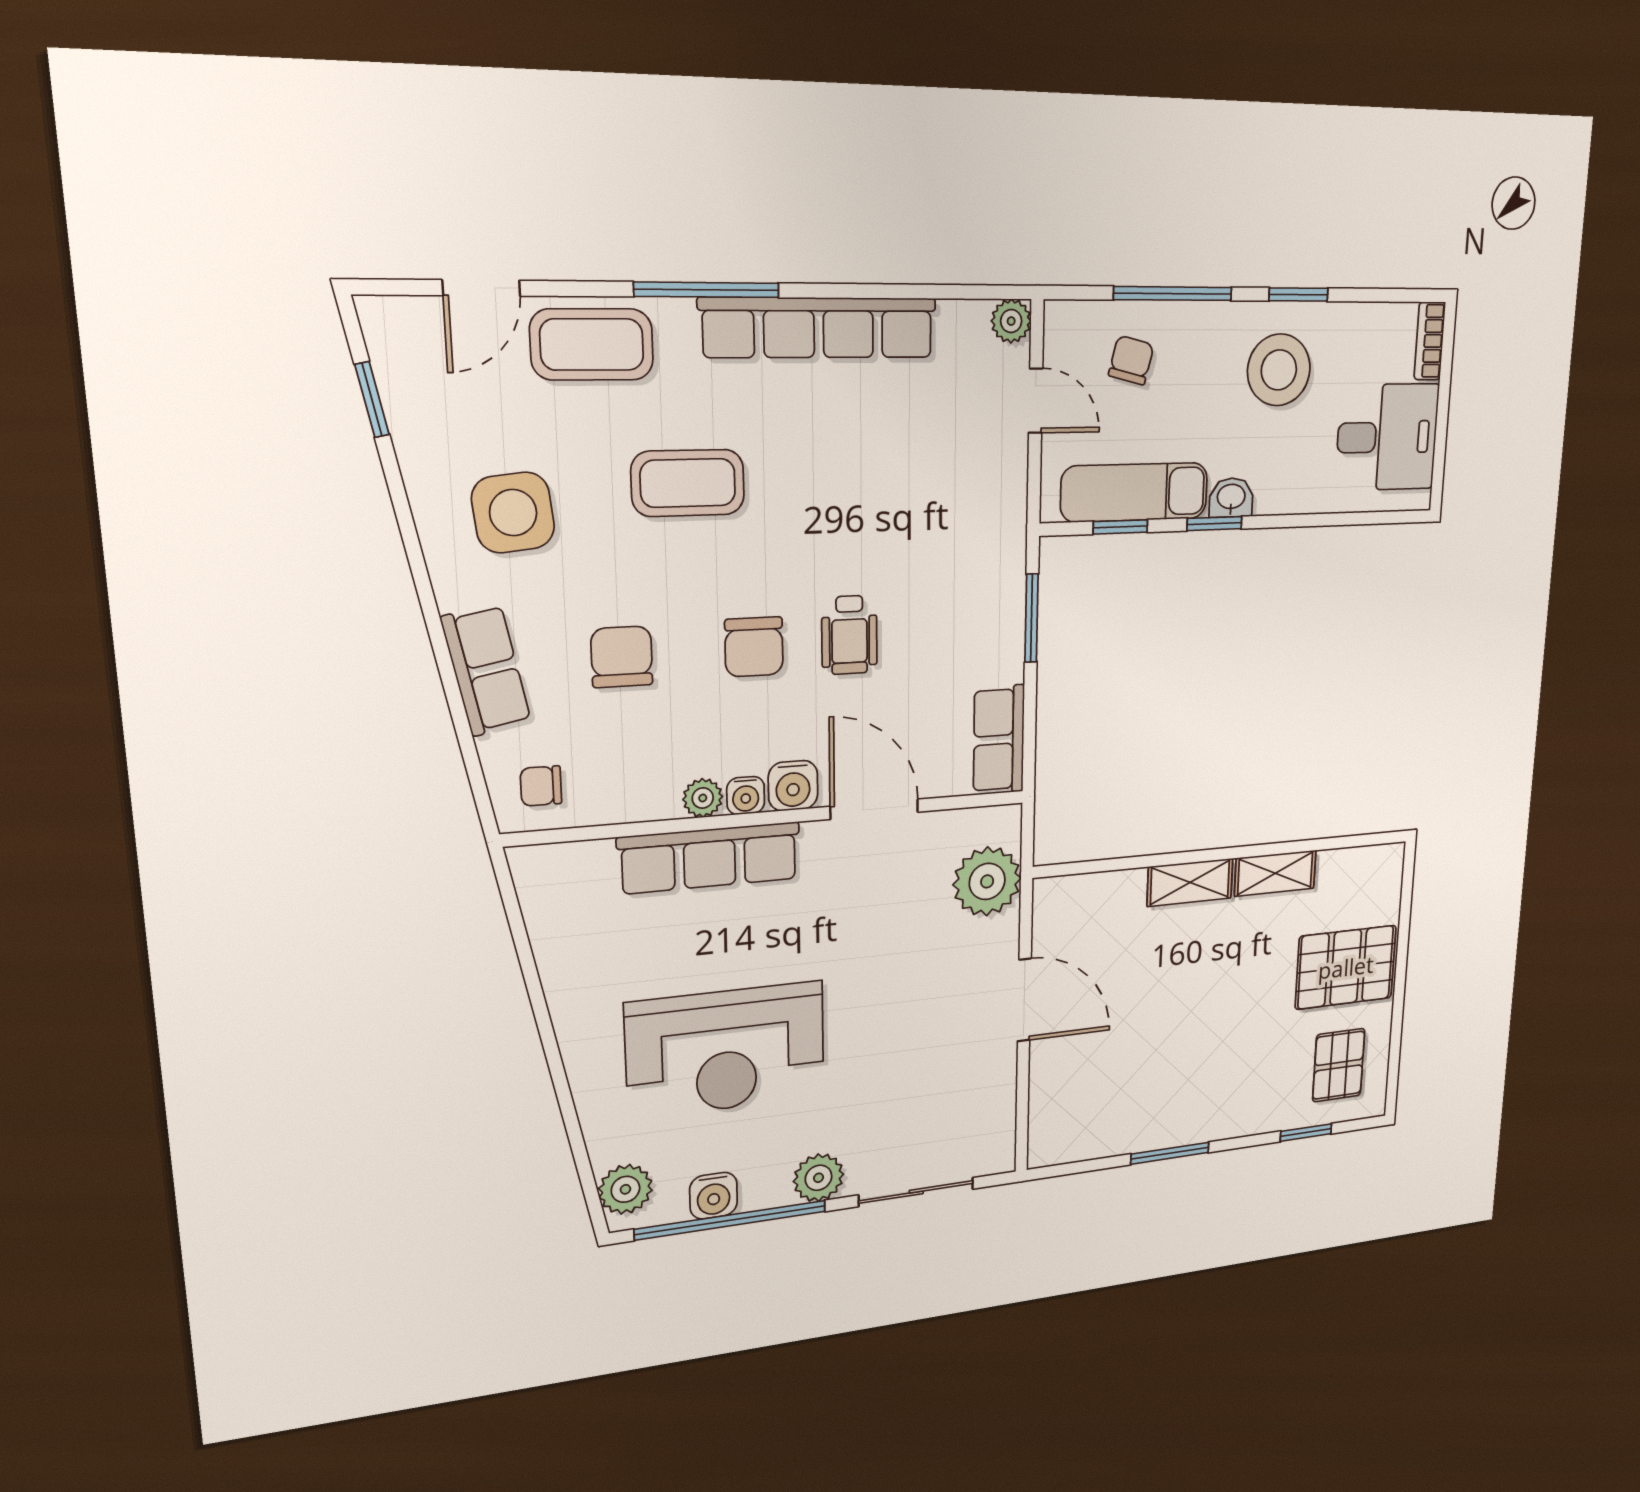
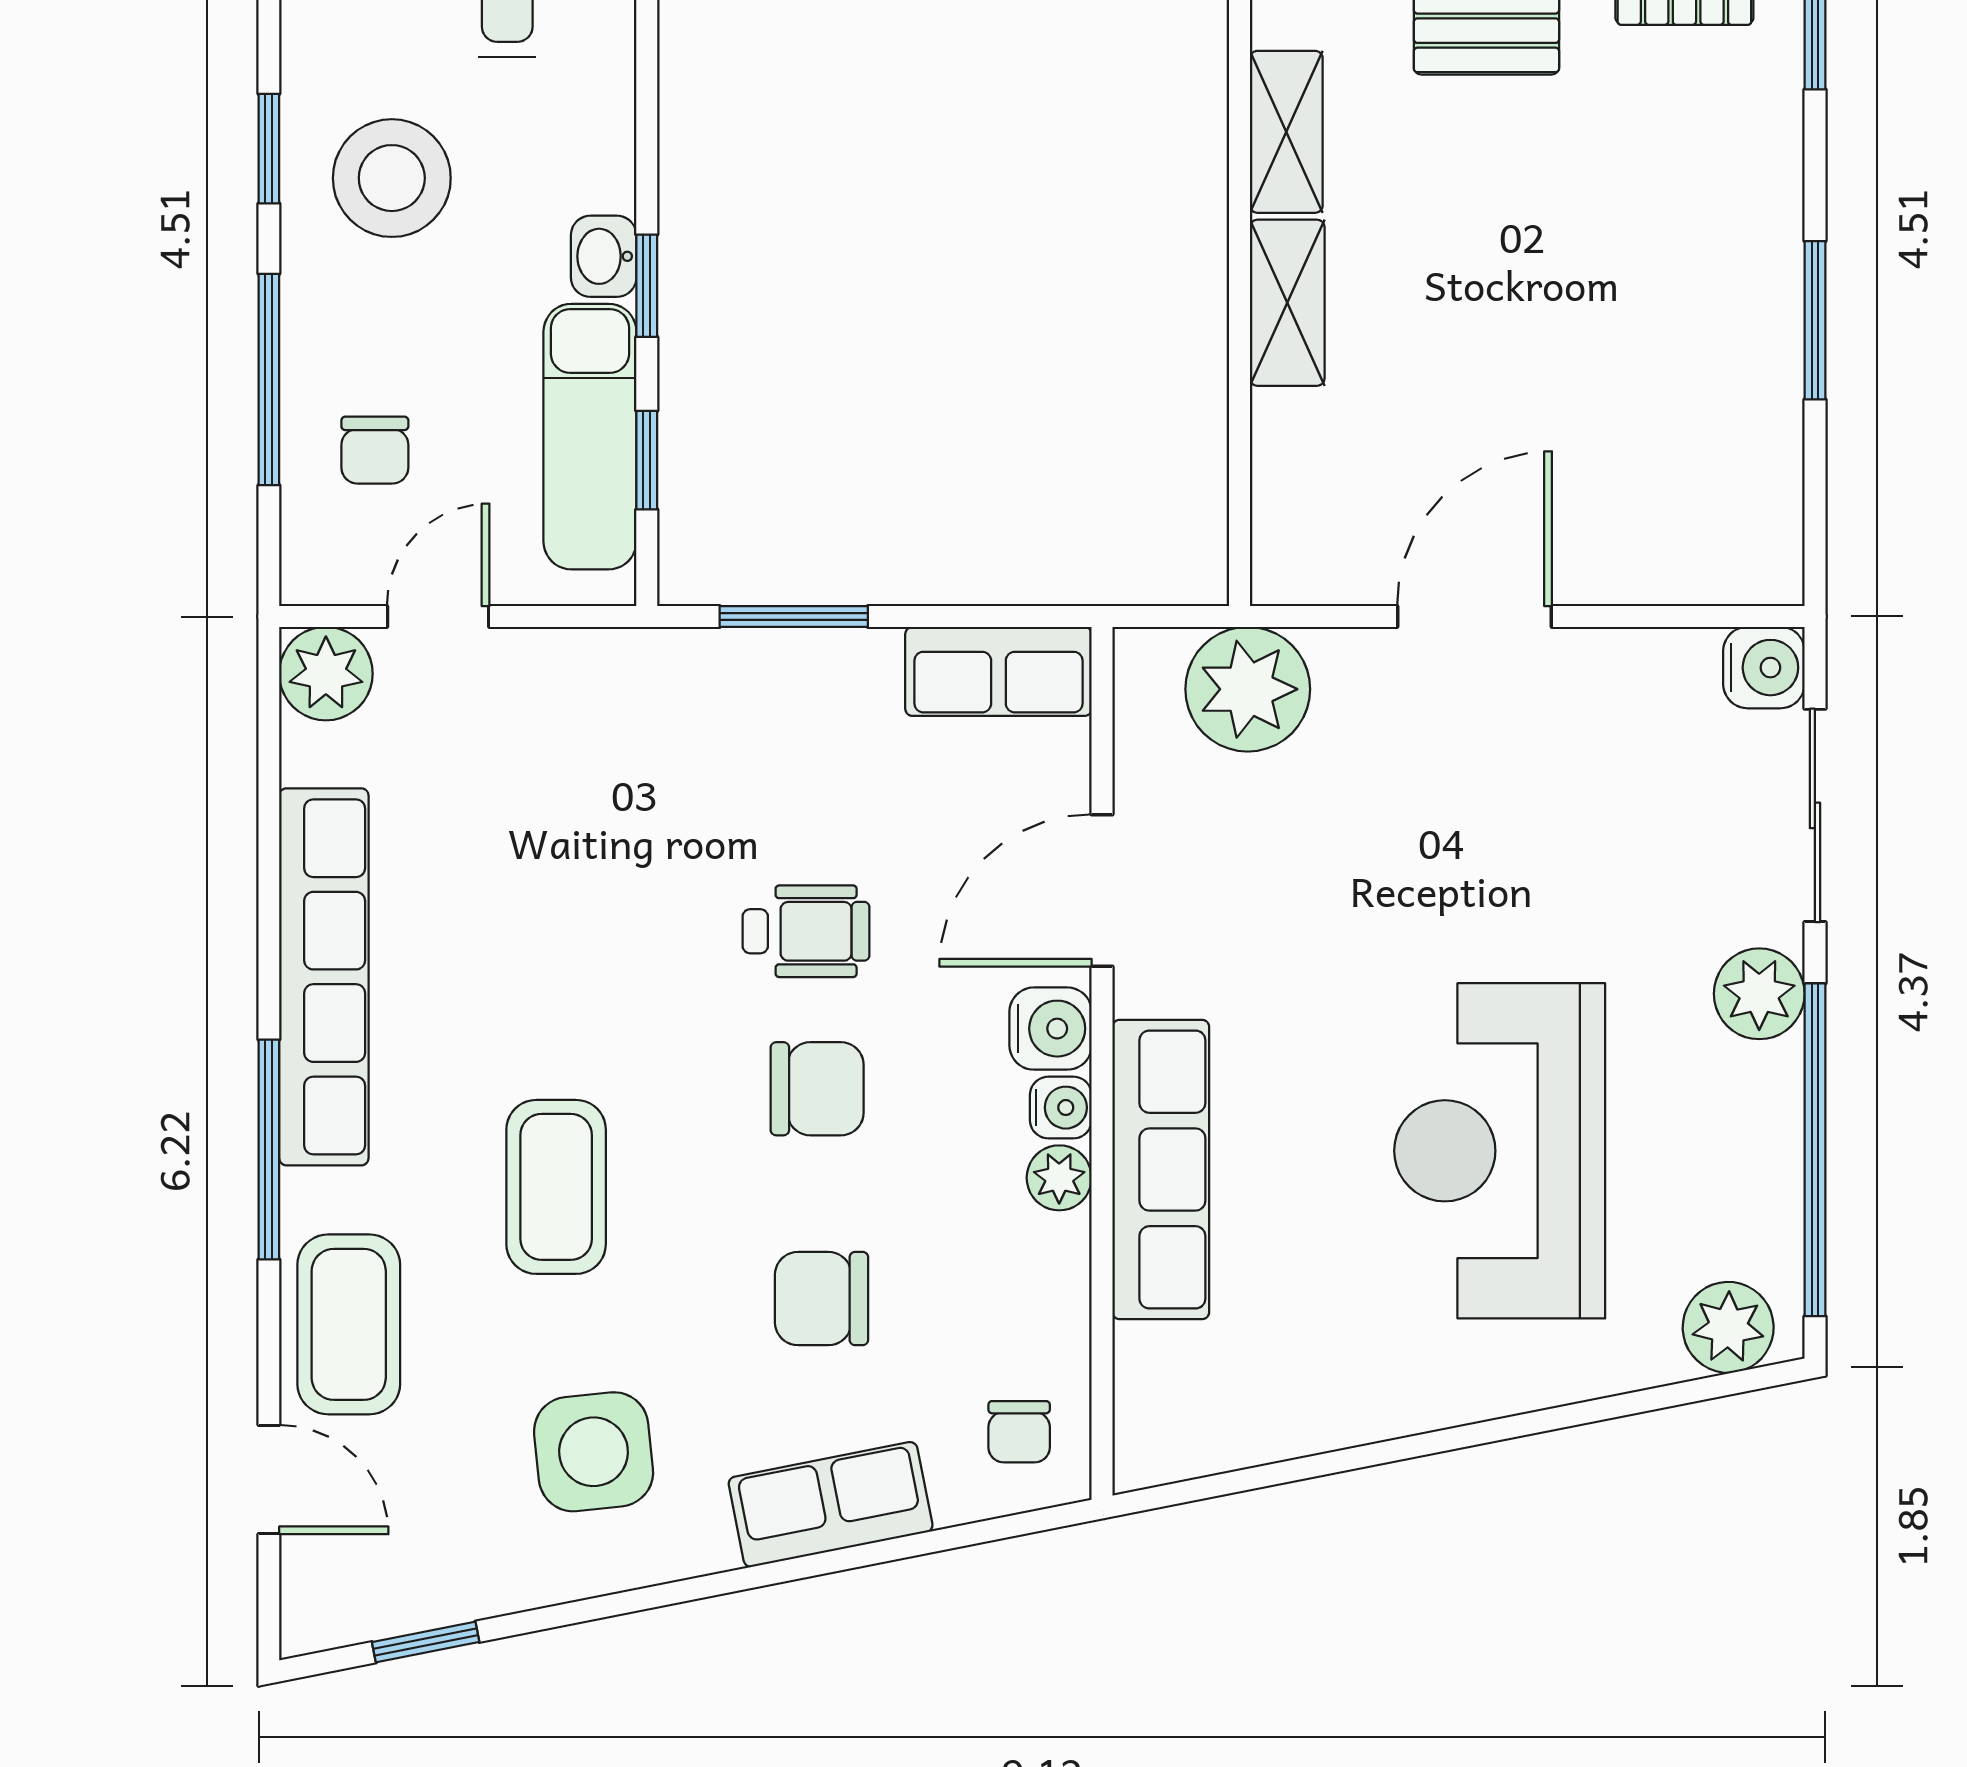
plant: (1011, 321) -> (326, 674), width x1.38, depth x1.38
chair: (1131, 360) -> (375, 450), turned -104
reception desk: (726, 1050) -> (1500, 1151), turned 180
water cooler: (714, 1196) -> (1764, 668), moved

